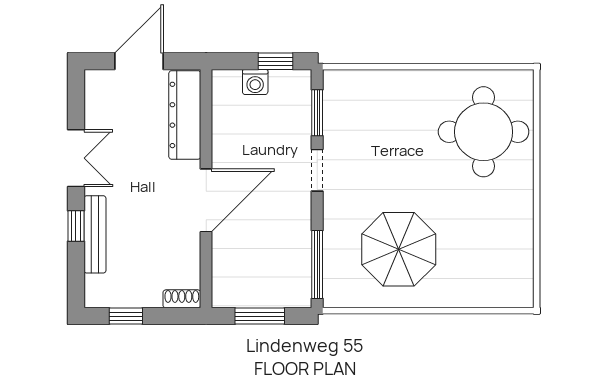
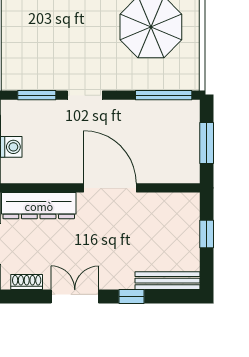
bench: (95, 234) -> (167, 281), moved
shoe rack: (182, 299) -> (27, 282), moved, turned 90
window: (126, 316) -> (207, 234), moved

